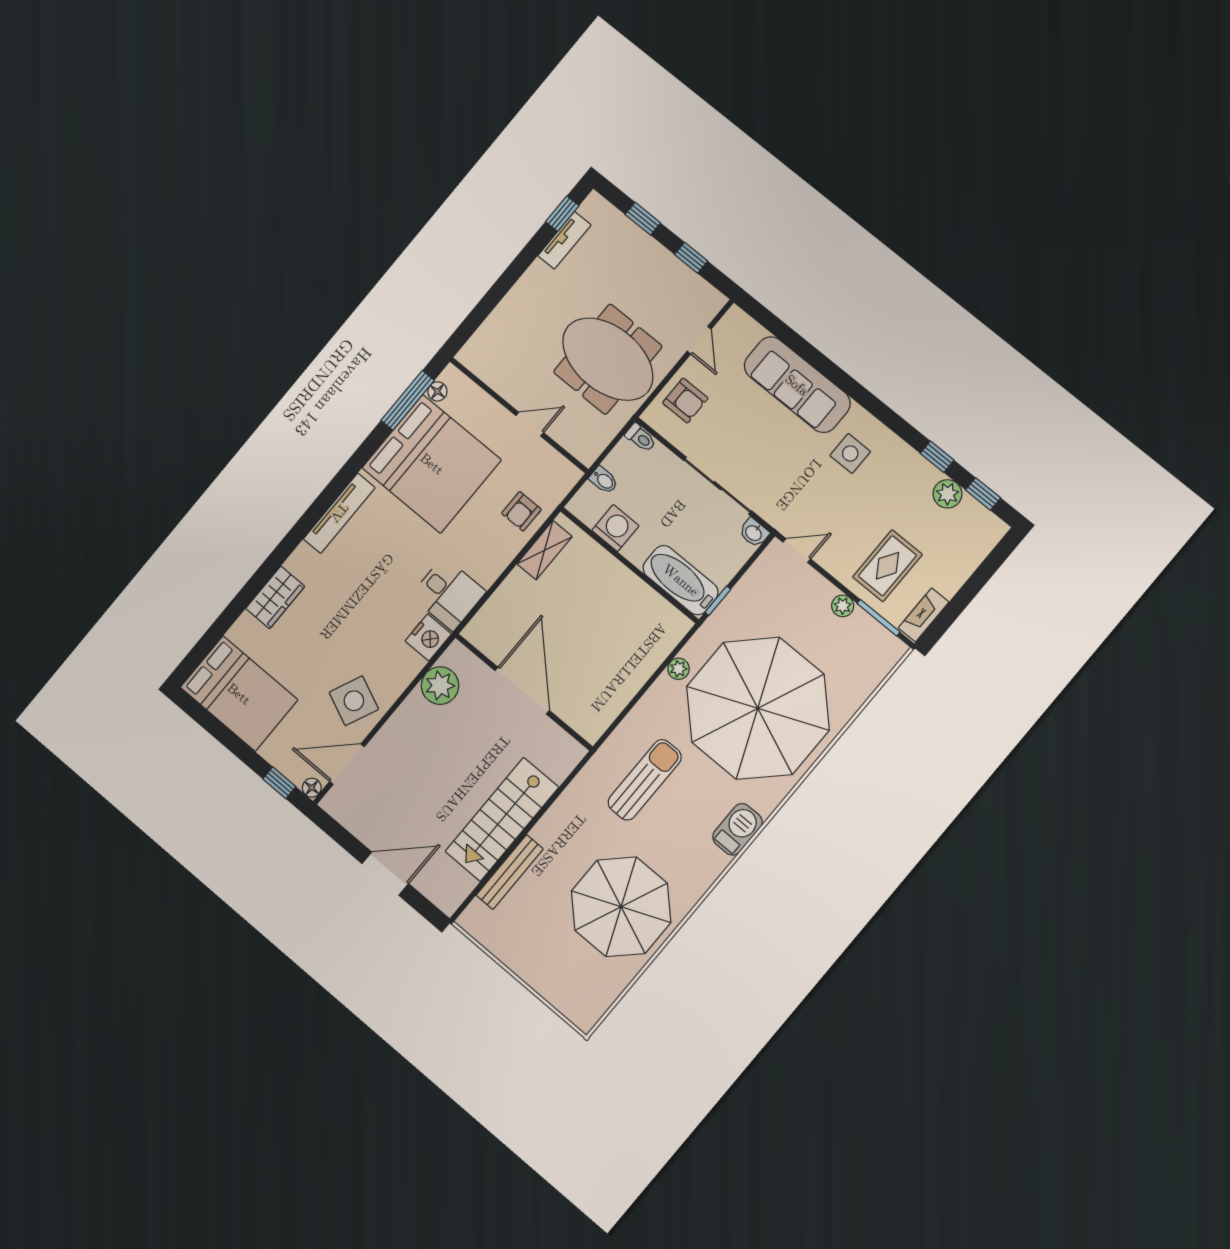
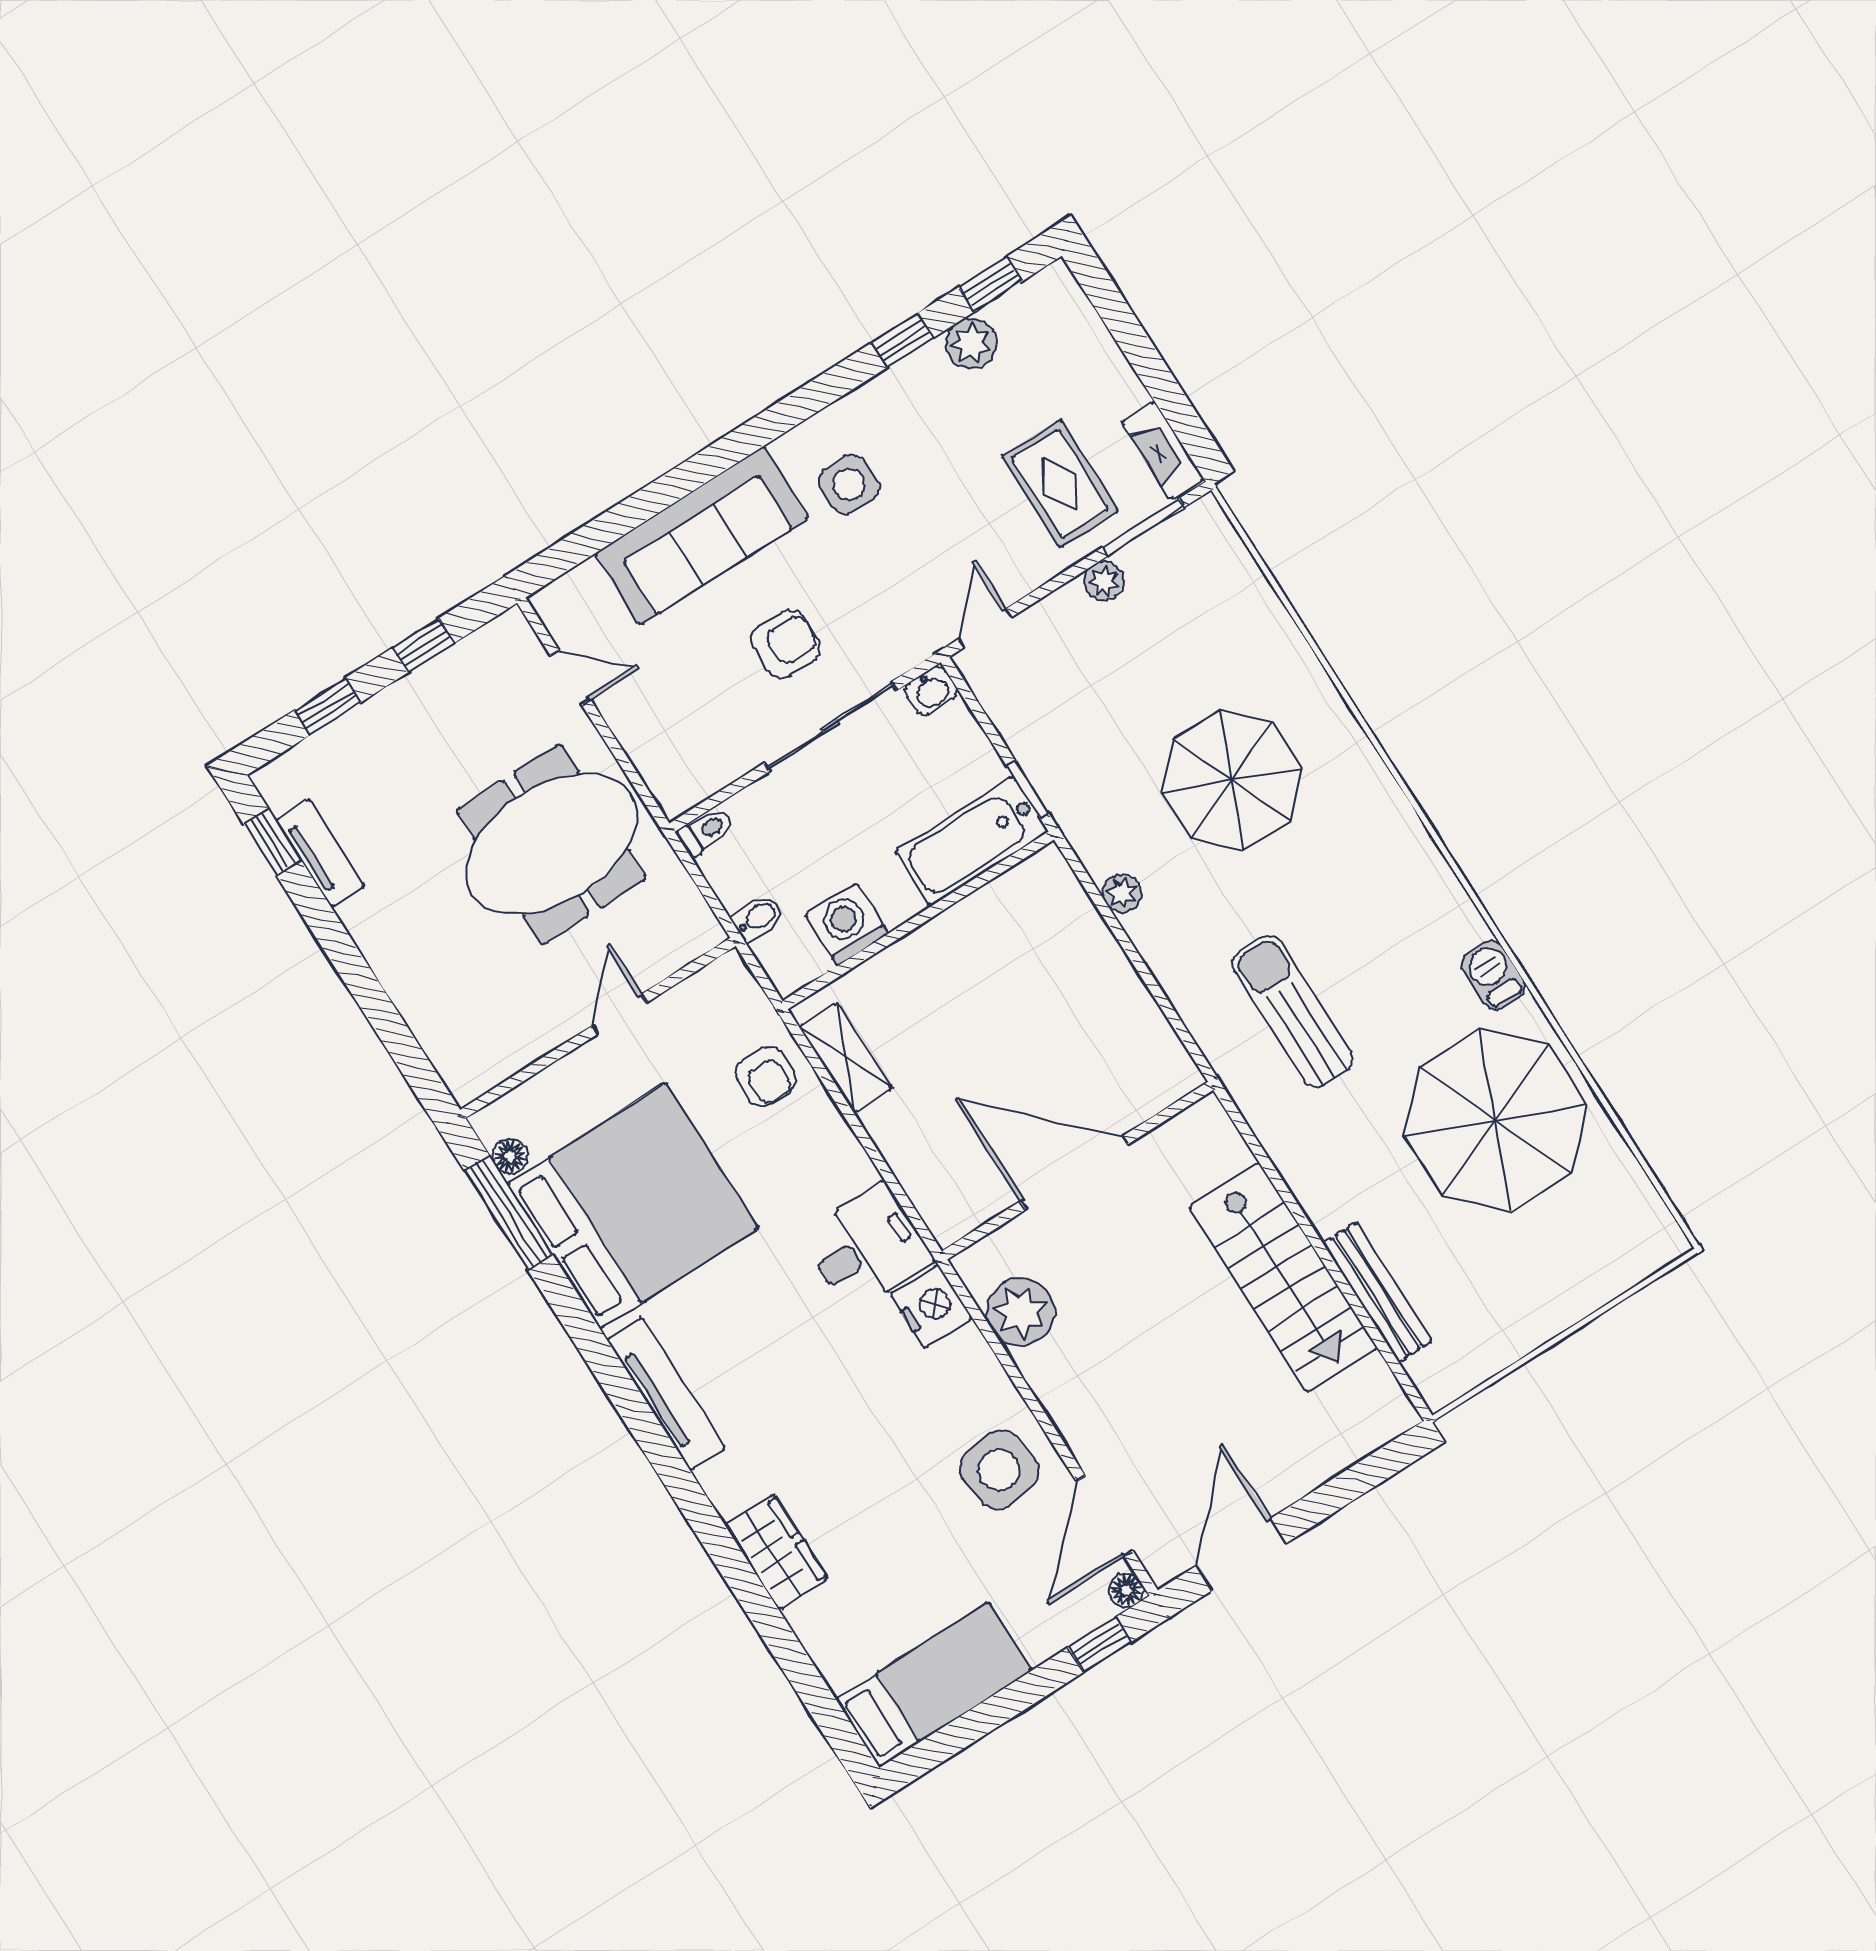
armchair: (685, 401) -> (785, 644), moved
bed: (239, 694) -> (934, 1685), width x0.67
side table: (354, 701) -> (999, 1470), turned -32
parasol: (758, 708) -> (1232, 780), width x0.54, depth x0.54
barbecue: (737, 829) -> (1493, 975), moved, width x0.73, depth x0.79
door: (385, 874) -> (1241, 1555), moved

